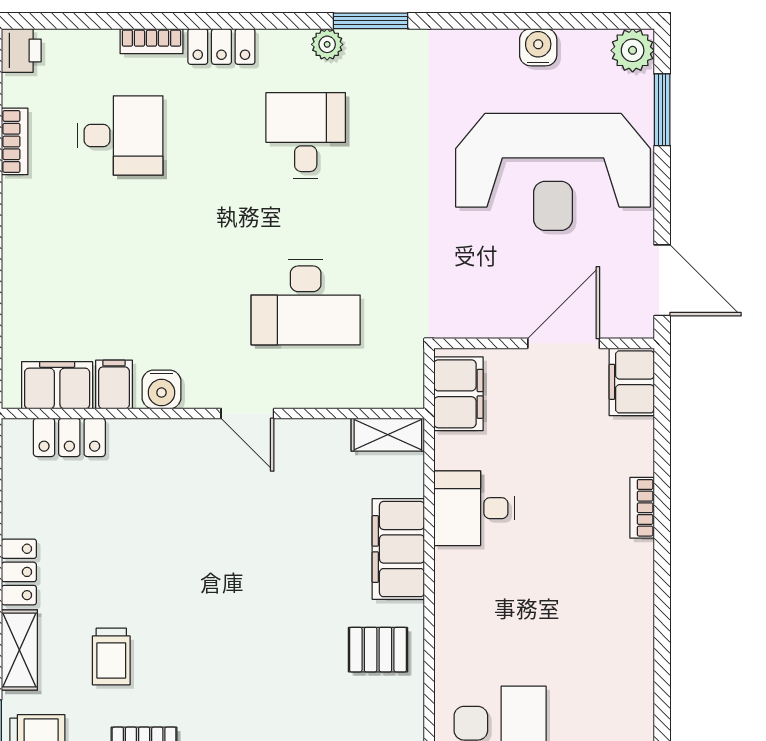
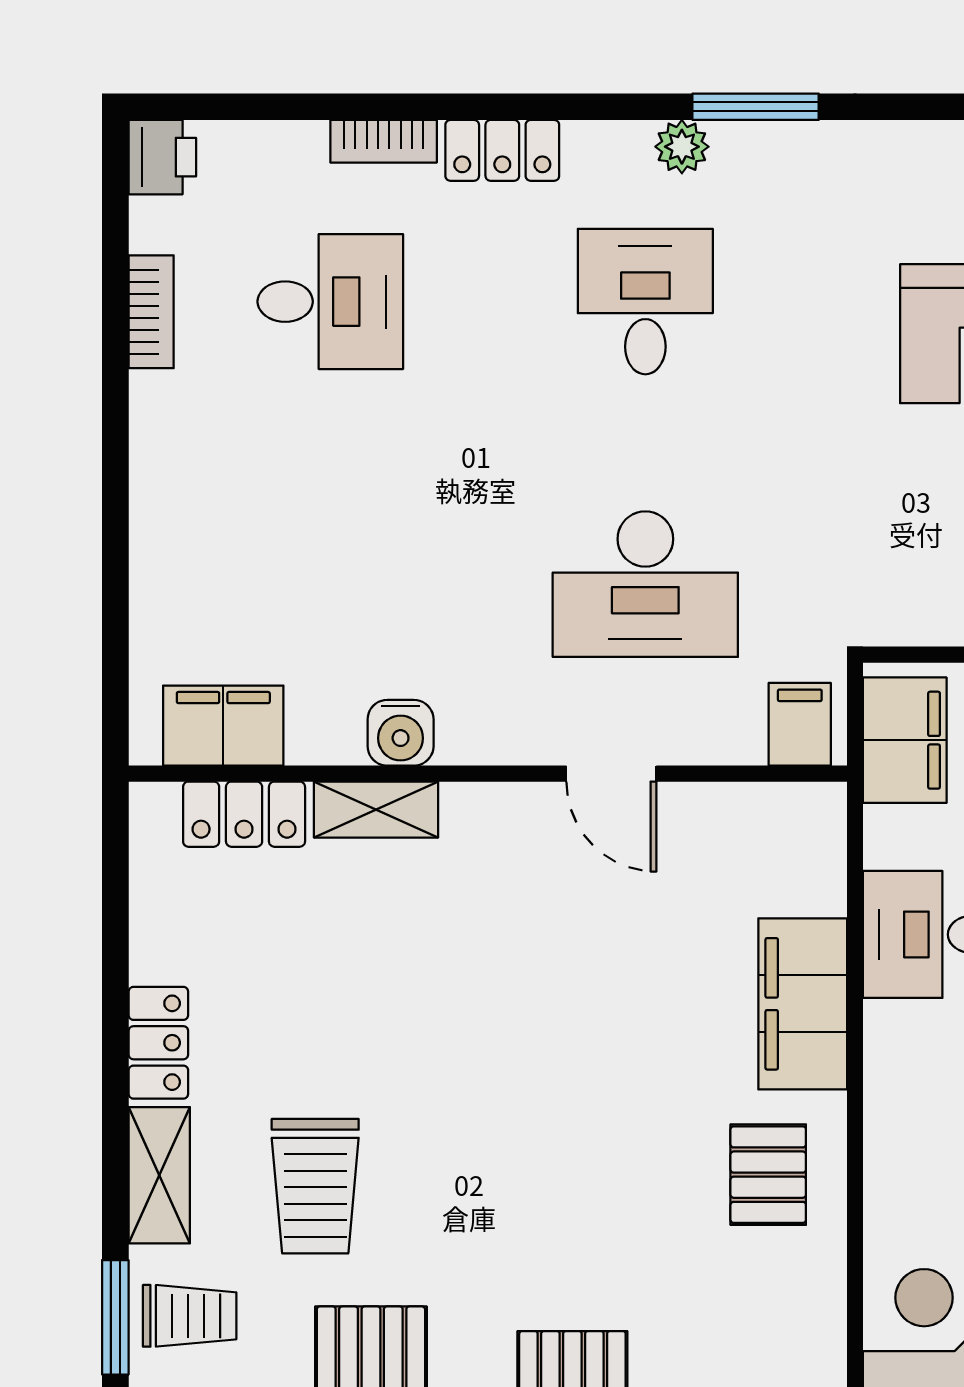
filing cabinet: (114, 384) -> (800, 724), moved
door: (247, 414) -> (611, 774), moved
shelving: (388, 435) -> (376, 810), moved
pallet: (378, 650) -> (768, 1175), turned 90
trolley: (111, 656) -> (315, 1186), width x1.36, depth x1.39

